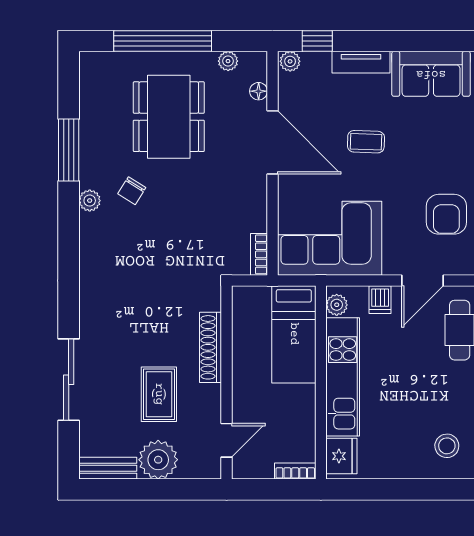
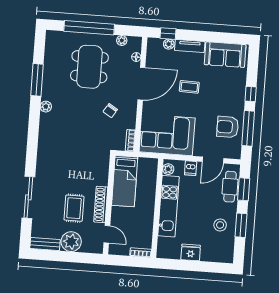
plant: (290, 61) -> (169, 44), moved
door: (272, 142) -> (141, 84), hinge flipped
chair: (132, 191) -> (110, 111), moved
armchair: (446, 214) -> (228, 127), turned 90
bed: (294, 334) -> (125, 181), moved
shoe rack: (211, 347) -> (101, 205), moved
door: (227, 440) -> (107, 234), hinge flipped
stool: (447, 446) -> (220, 225), moved
fridge: (341, 456) -> (191, 252), moved, turned -90

